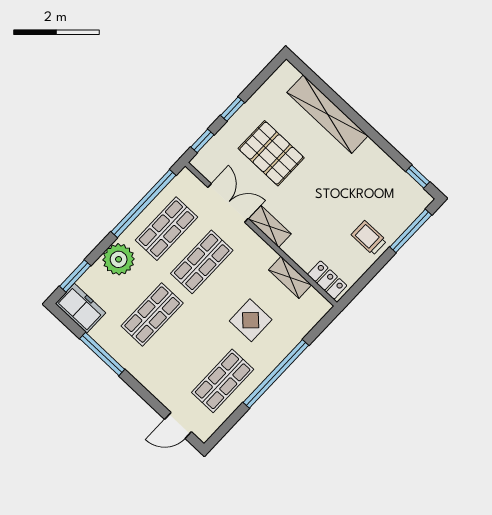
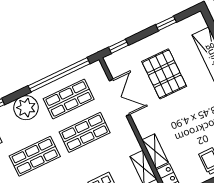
window: (232, 109) -> (166, 23), moved
shelving: (270, 227) -> (155, 151), moved

